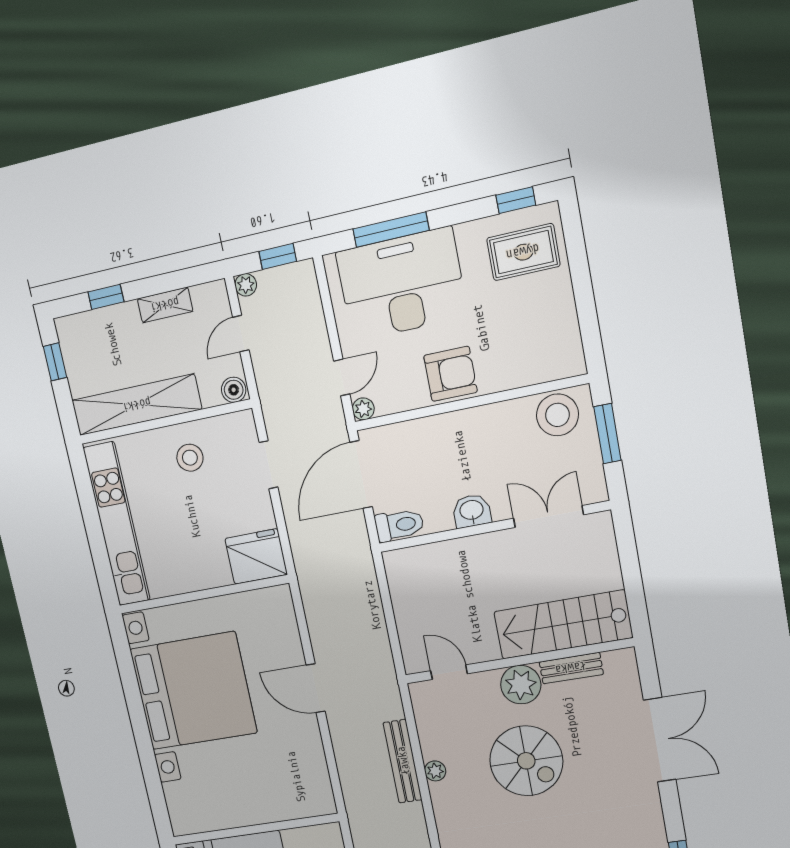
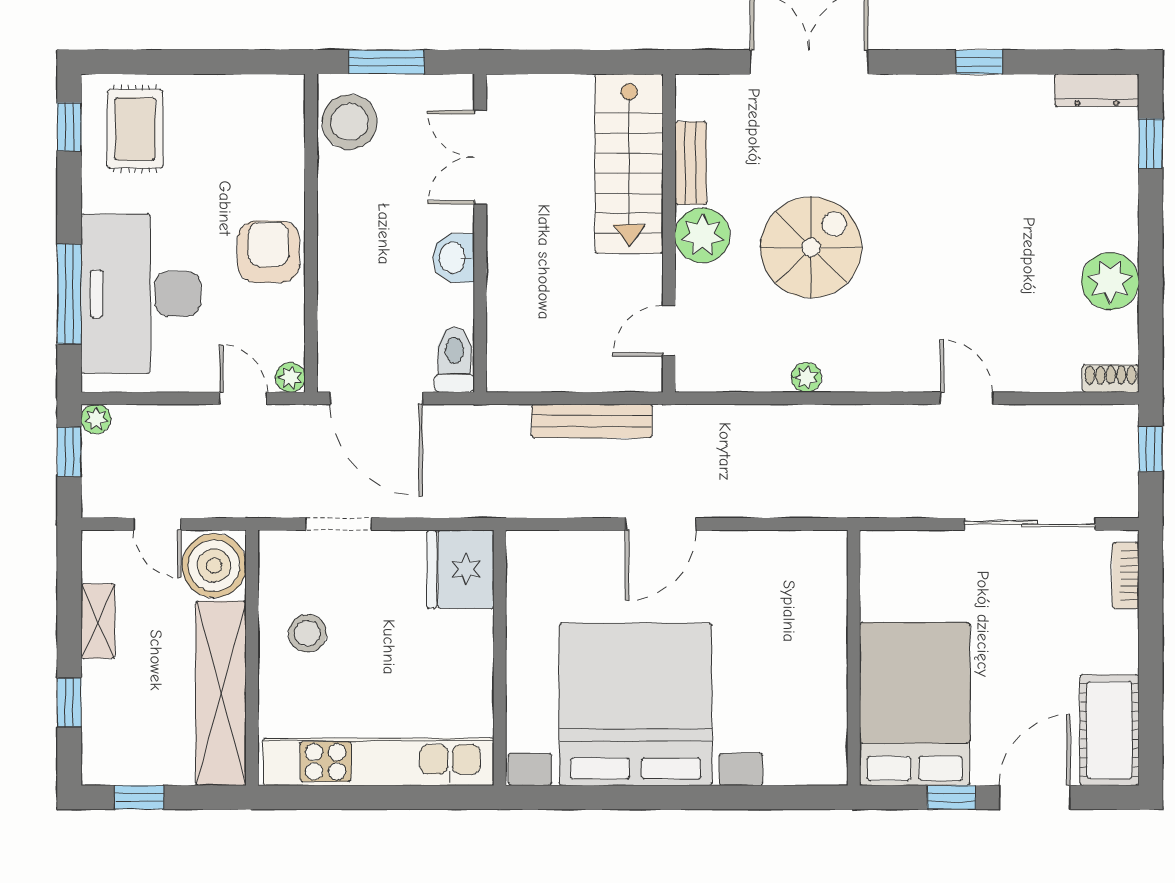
plant: (246, 285) -> (96, 419), moved
boiler: (234, 390) -> (214, 566), width x1.86, depth x1.86
bench: (403, 761) -> (592, 421), moved

